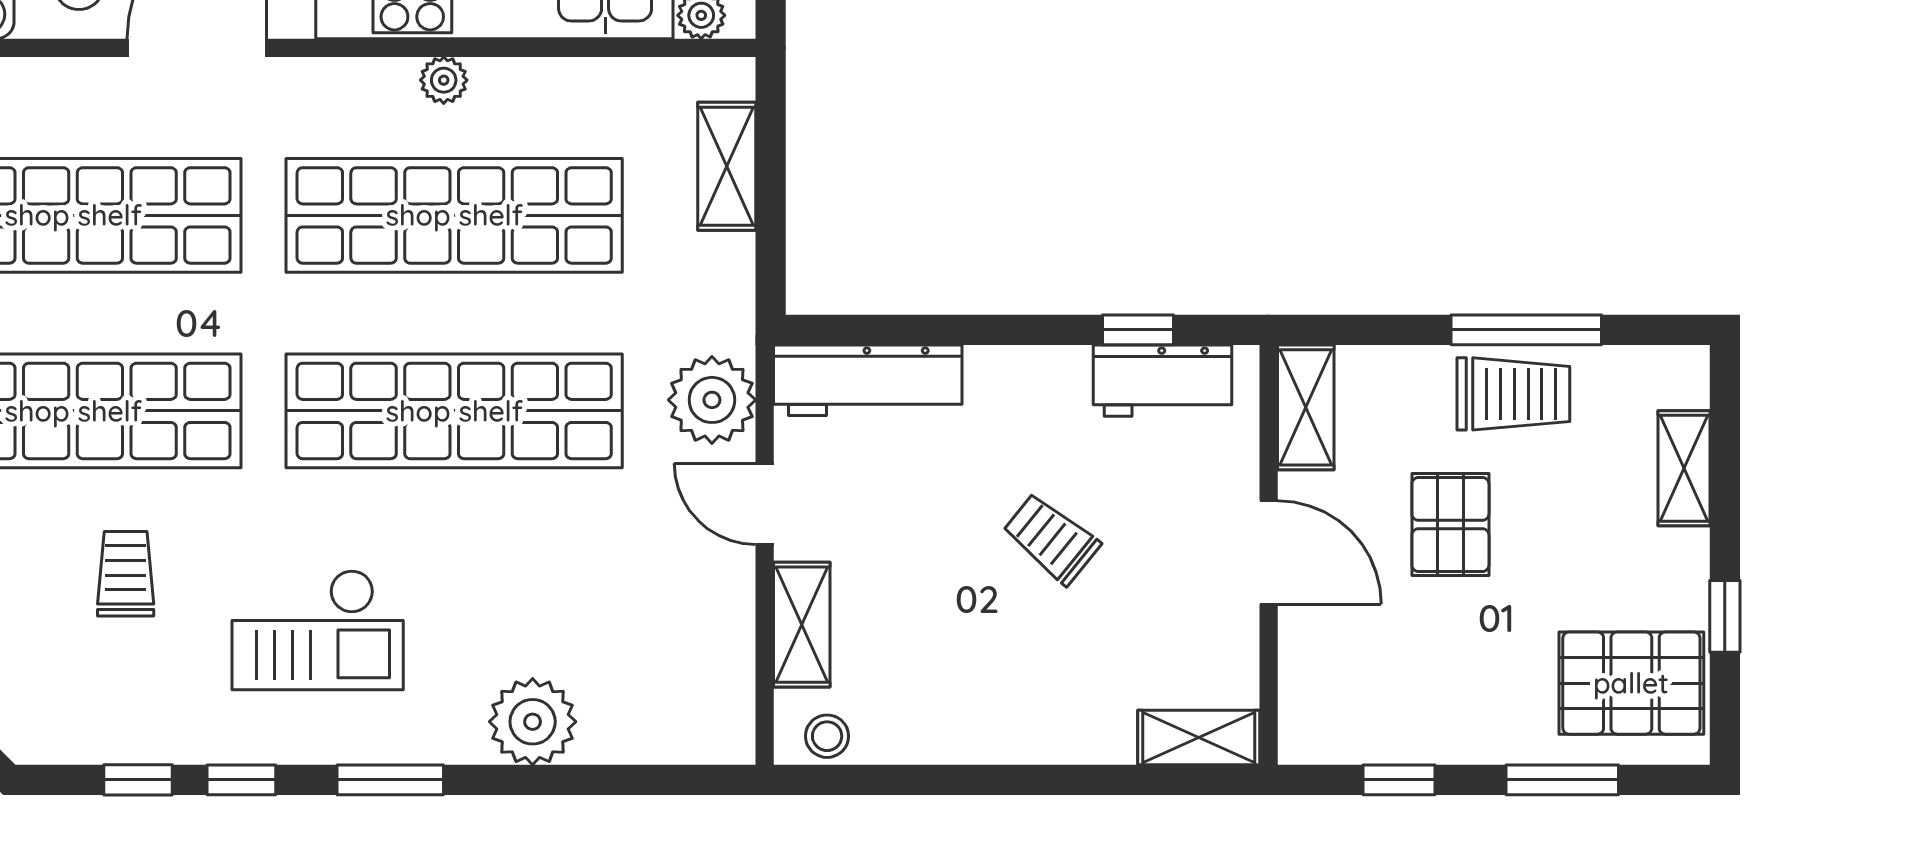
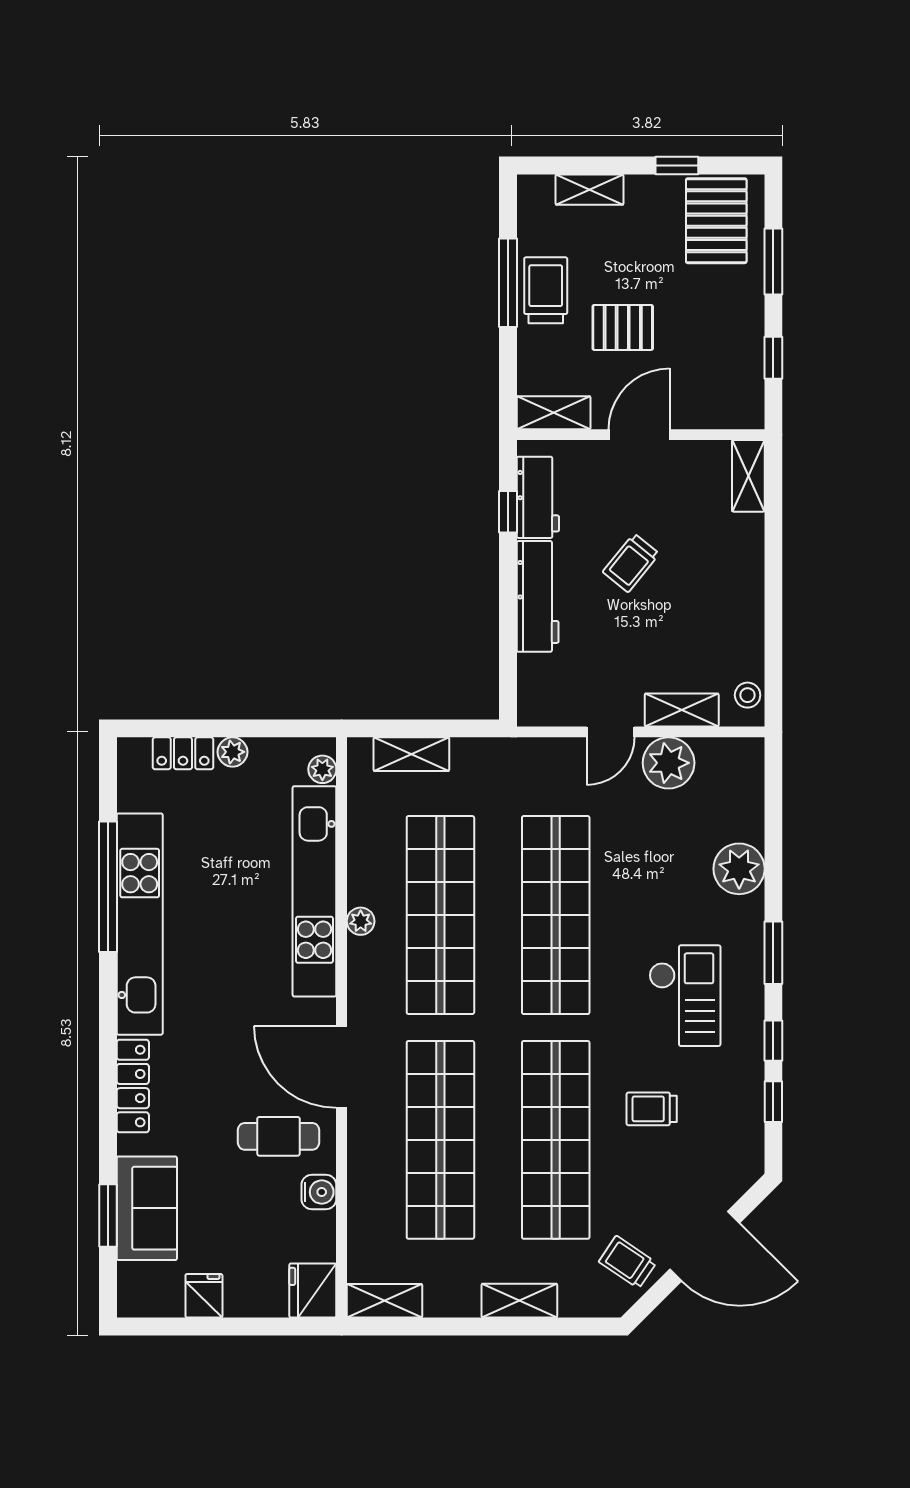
workbench: (868, 380) -> (538, 596), moved
plant: (712, 400) -> (669, 763), moved

